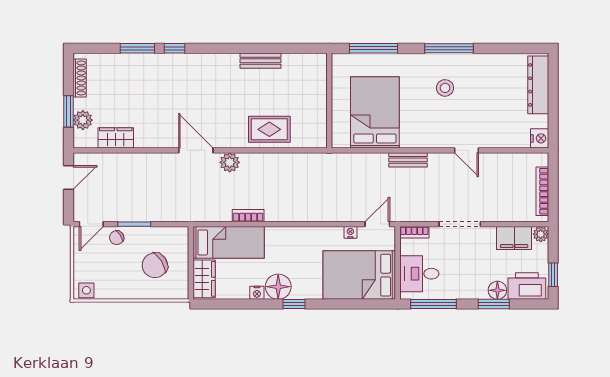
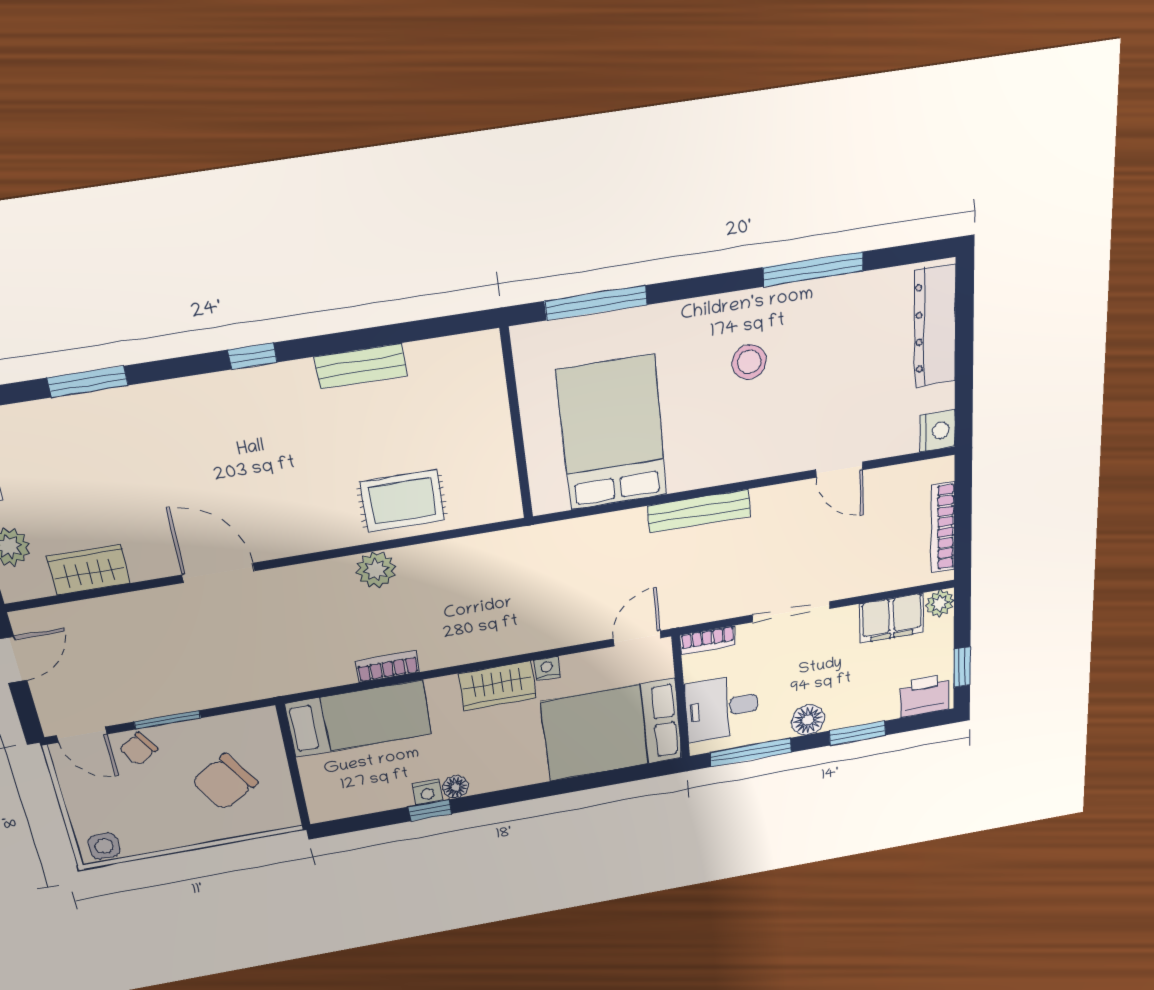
window: (175, 48) -> (252, 356), moved
window: (449, 48) -> (813, 269), moved
door: (196, 150) -> (218, 573), moved
door: (467, 150) -> (839, 470), moved
bench: (408, 160) -> (699, 511), width x1.36
plant: (230, 162) -> (376, 570), moved
door: (91, 224) -> (82, 735), hinge flipped
nightstand: (350, 232) -> (547, 669), moved
wardrobe: (204, 279) -> (497, 686), moved, turned 90
printer: (527, 286) -> (924, 696), width x0.73, depth x0.84
floor lamp: (278, 287) -> (456, 787), width x0.53, depth x0.53
floor lamp: (497, 290) -> (808, 720), moved
window: (294, 304) -> (430, 810), moved

